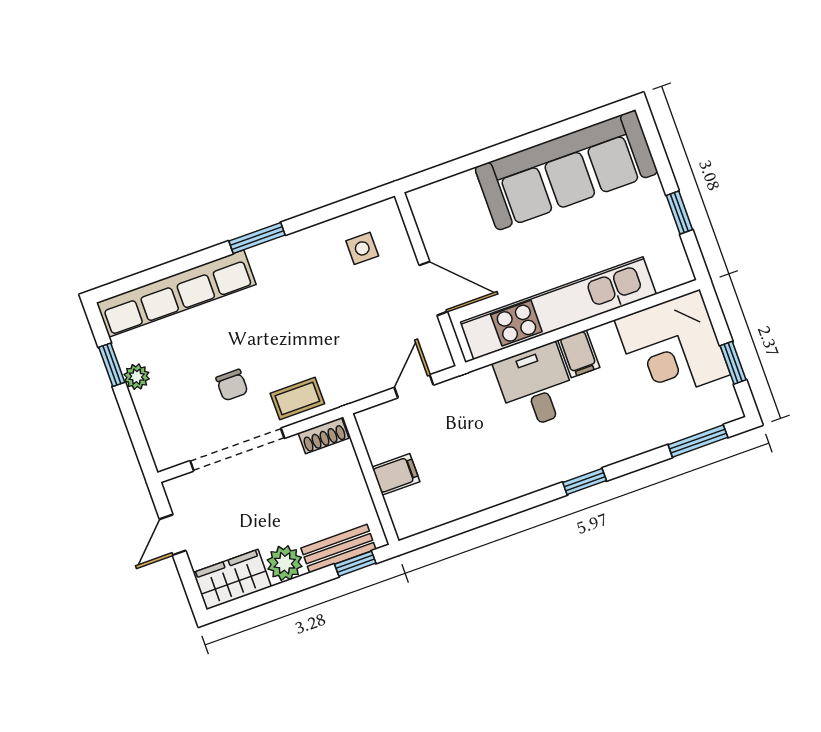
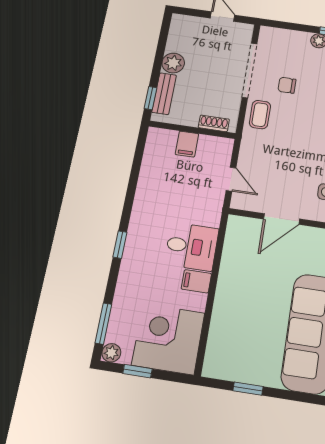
kitchen unit: (558, 308) -> (230, 284), removed
plant: (729, 409) -> (111, 353), added
shoe rack: (324, 436) -> (214, 123), moved, turned 90
wardrobe: (232, 580) -> (181, 33), removed

